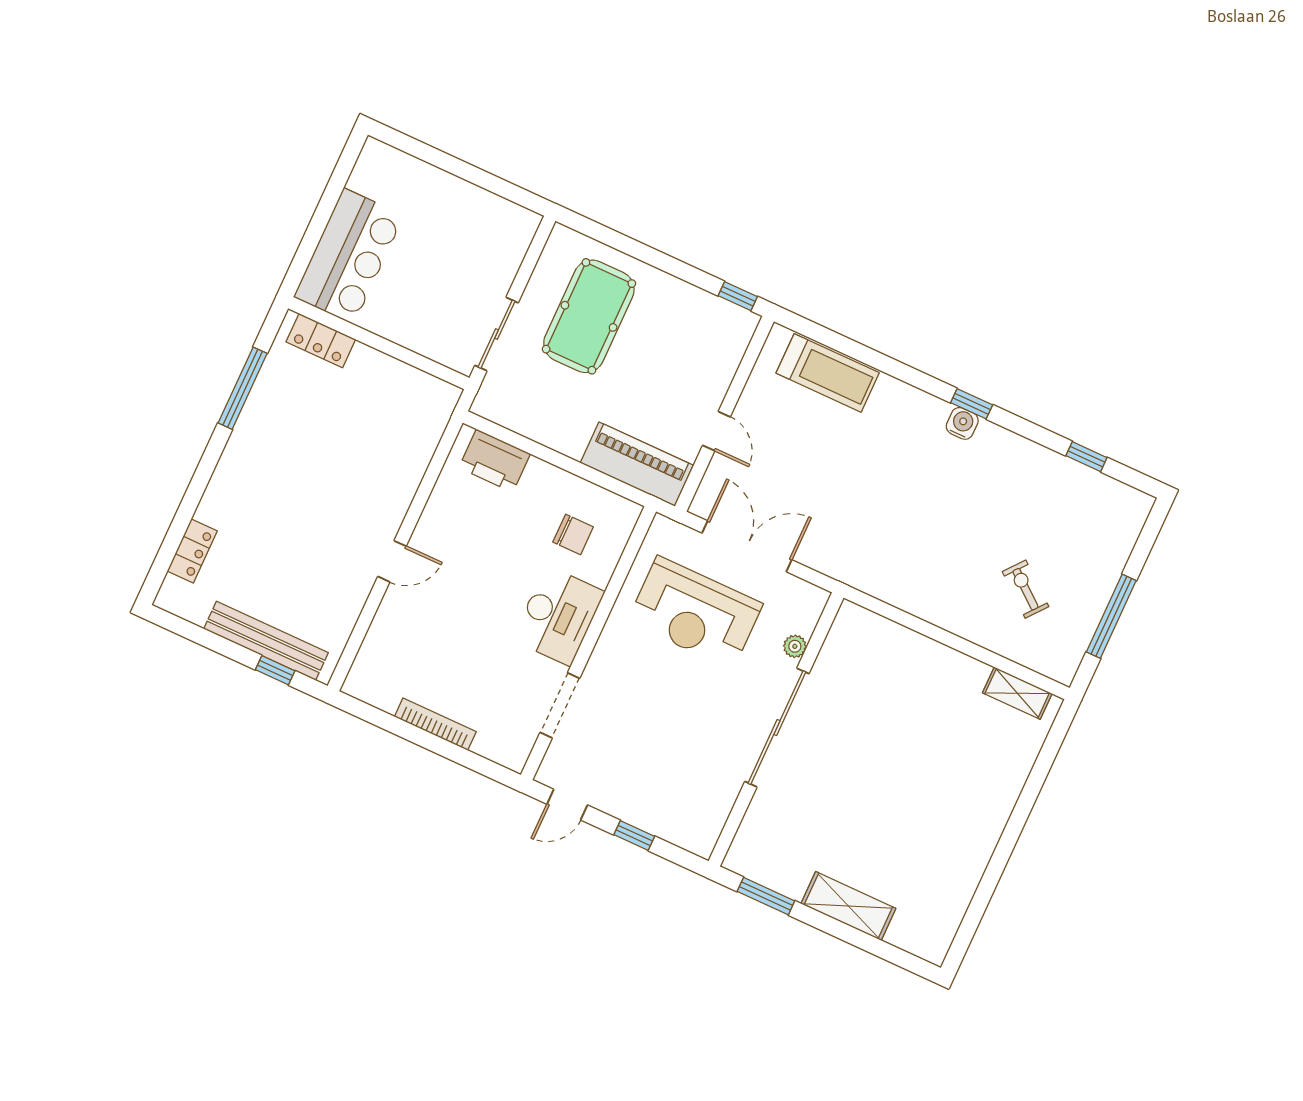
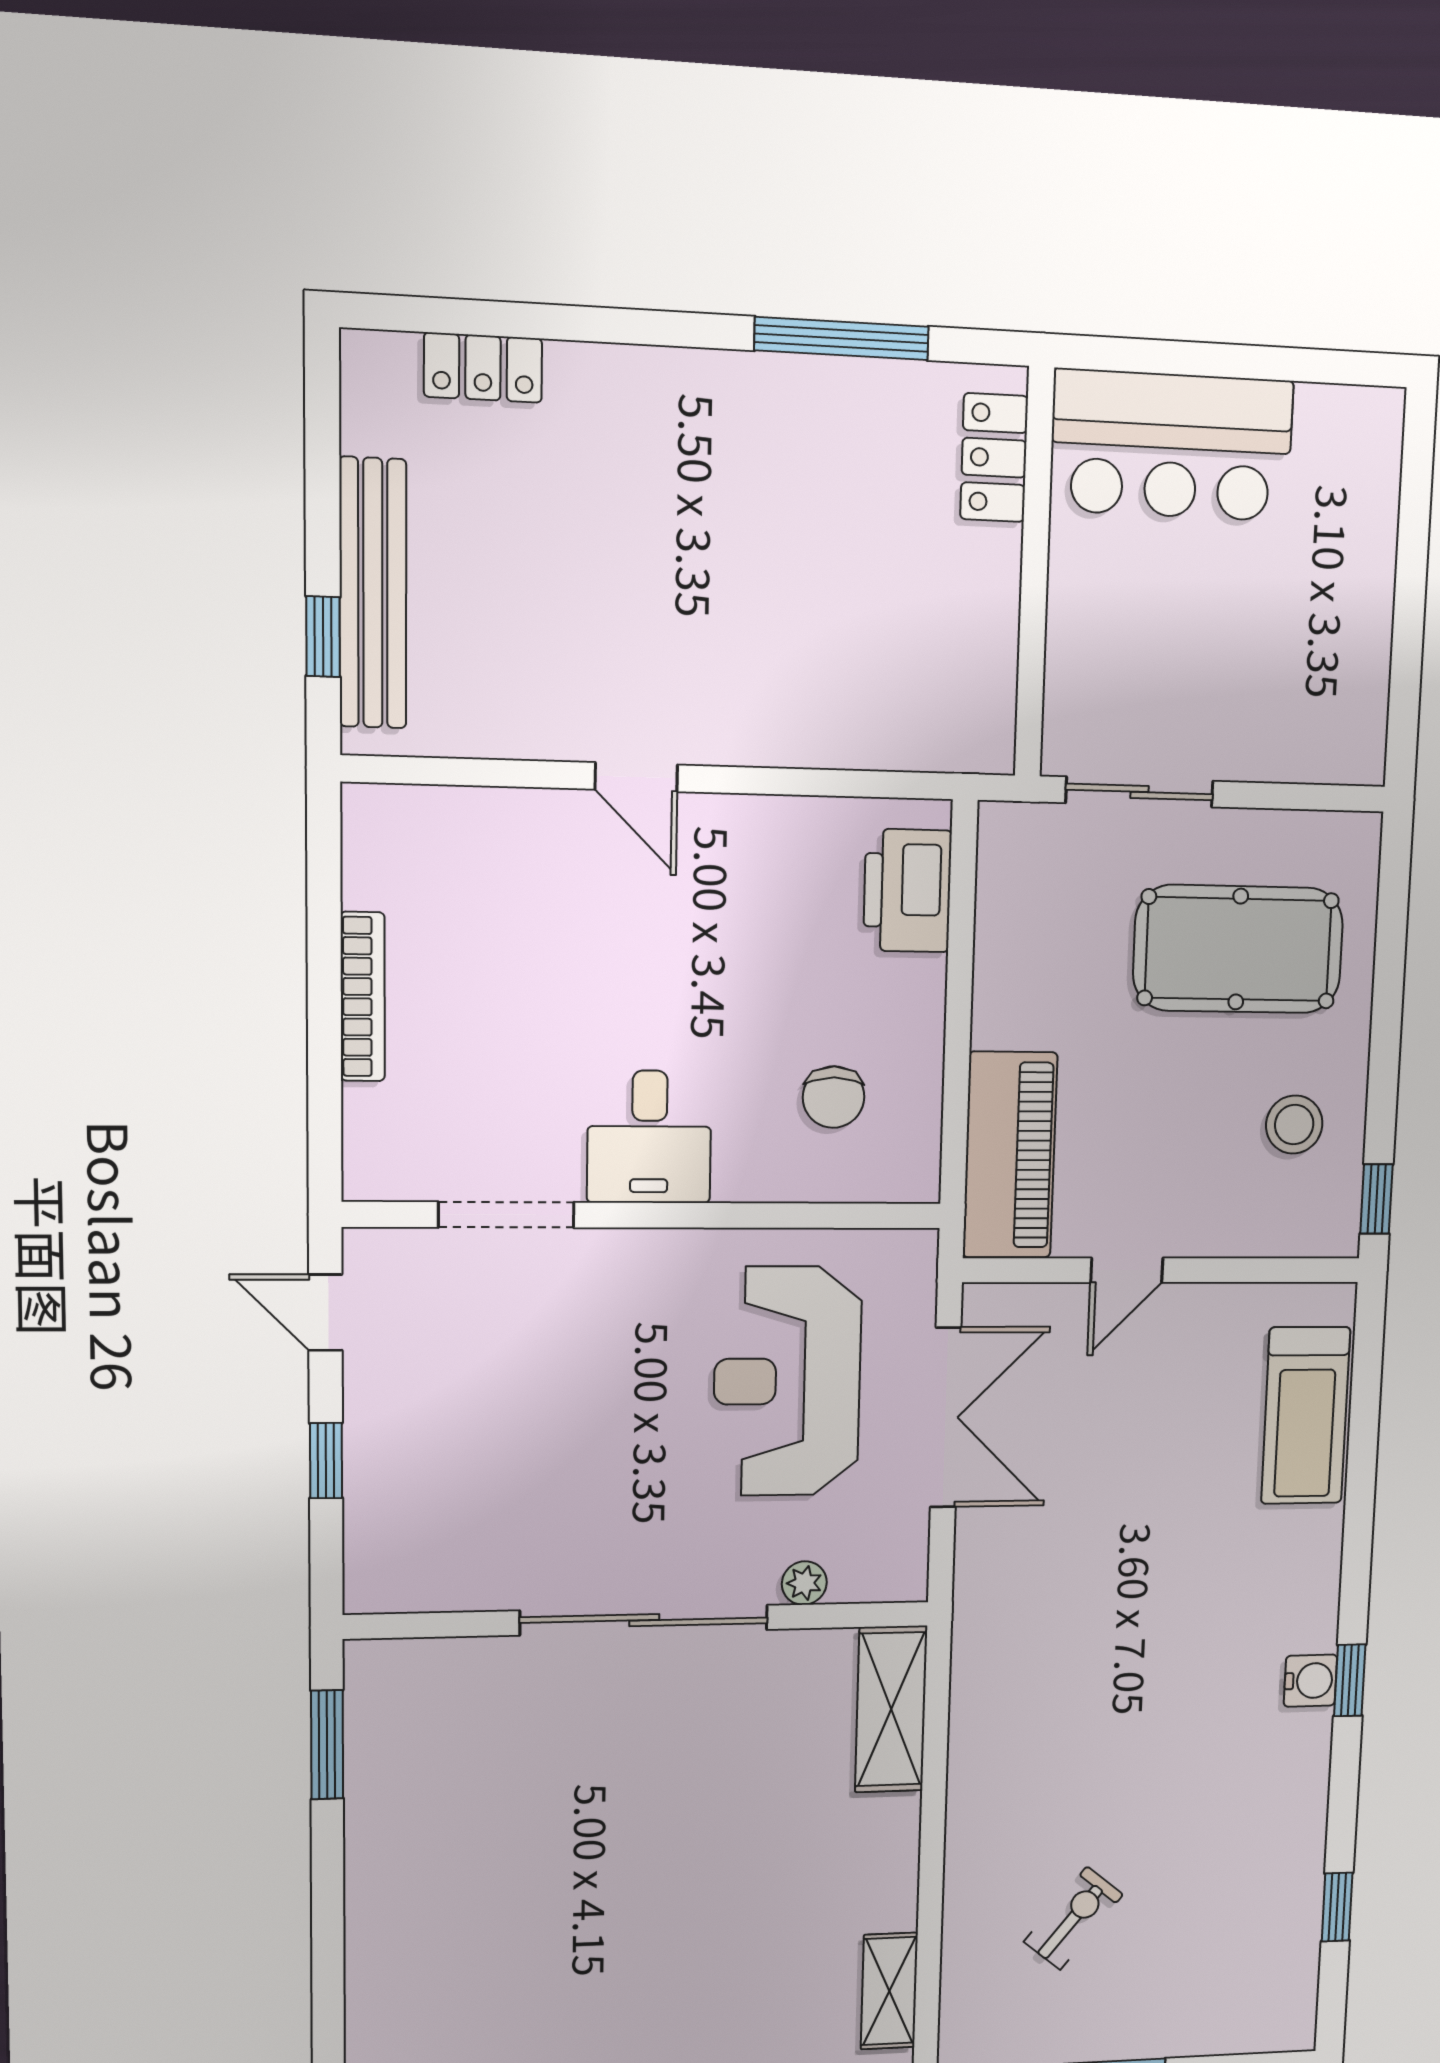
stool: (684, 322) -> (1294, 1125), added
desk: (558, 616) -> (649, 1137), width x0.73
shelving: (848, 906) -> (891, 1709), moved

